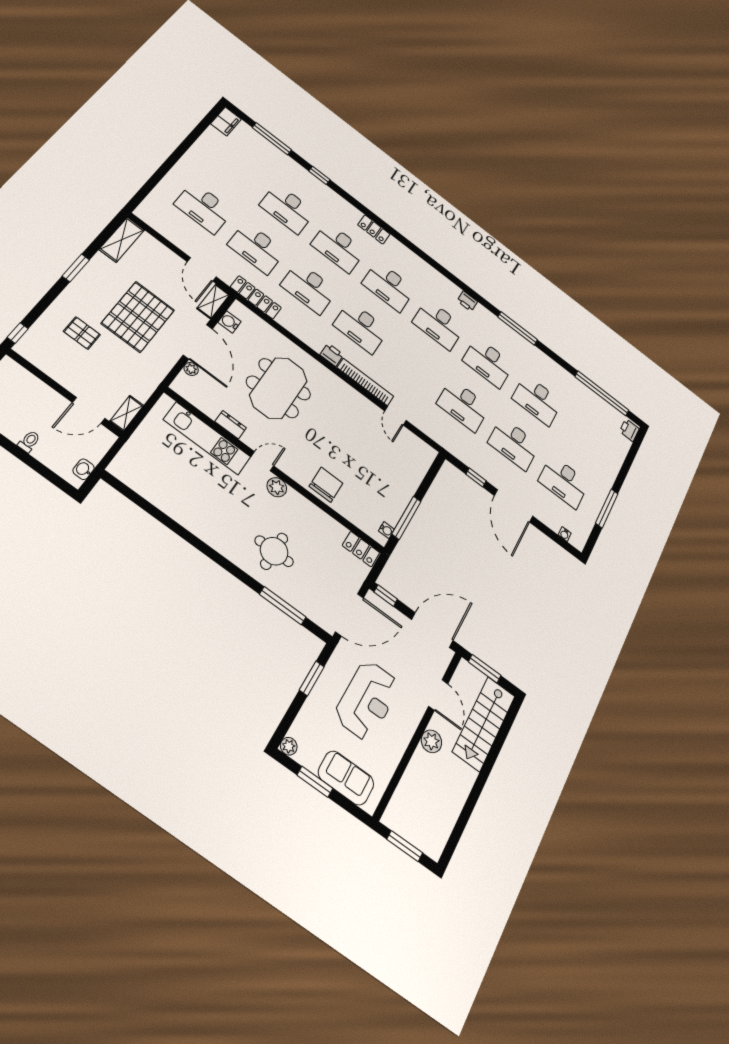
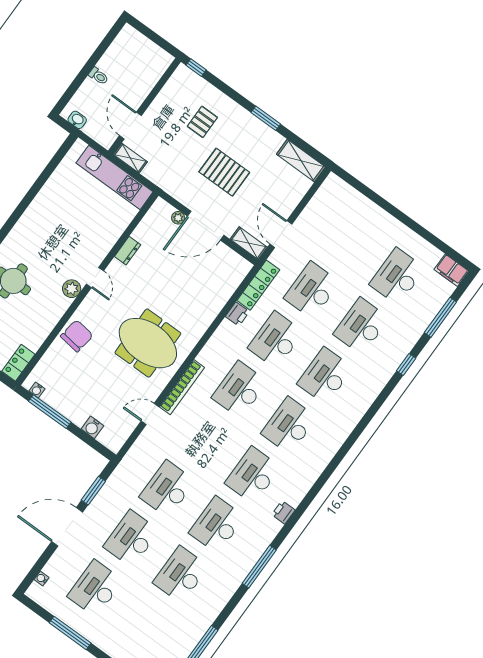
desk: (204, 208) -> (397, 276), moved
locker: (374, 229) -> (352, 418), removed
door: (202, 269) -> (281, 234), hinge flipped
pallet: (138, 317) -> (224, 172), width x0.73, depth x0.71
water cooler: (229, 322) -> (92, 427), moved, turned 180
printer: (332, 355) -> (237, 314), moved
meeting table: (278, 388) -> (148, 343), moved
kitchen unit: (207, 438) -> (115, 177), moved, turned -90
window: (476, 477) -> (93, 491), width x1.50
chair: (326, 485) -> (77, 336), turned -82

